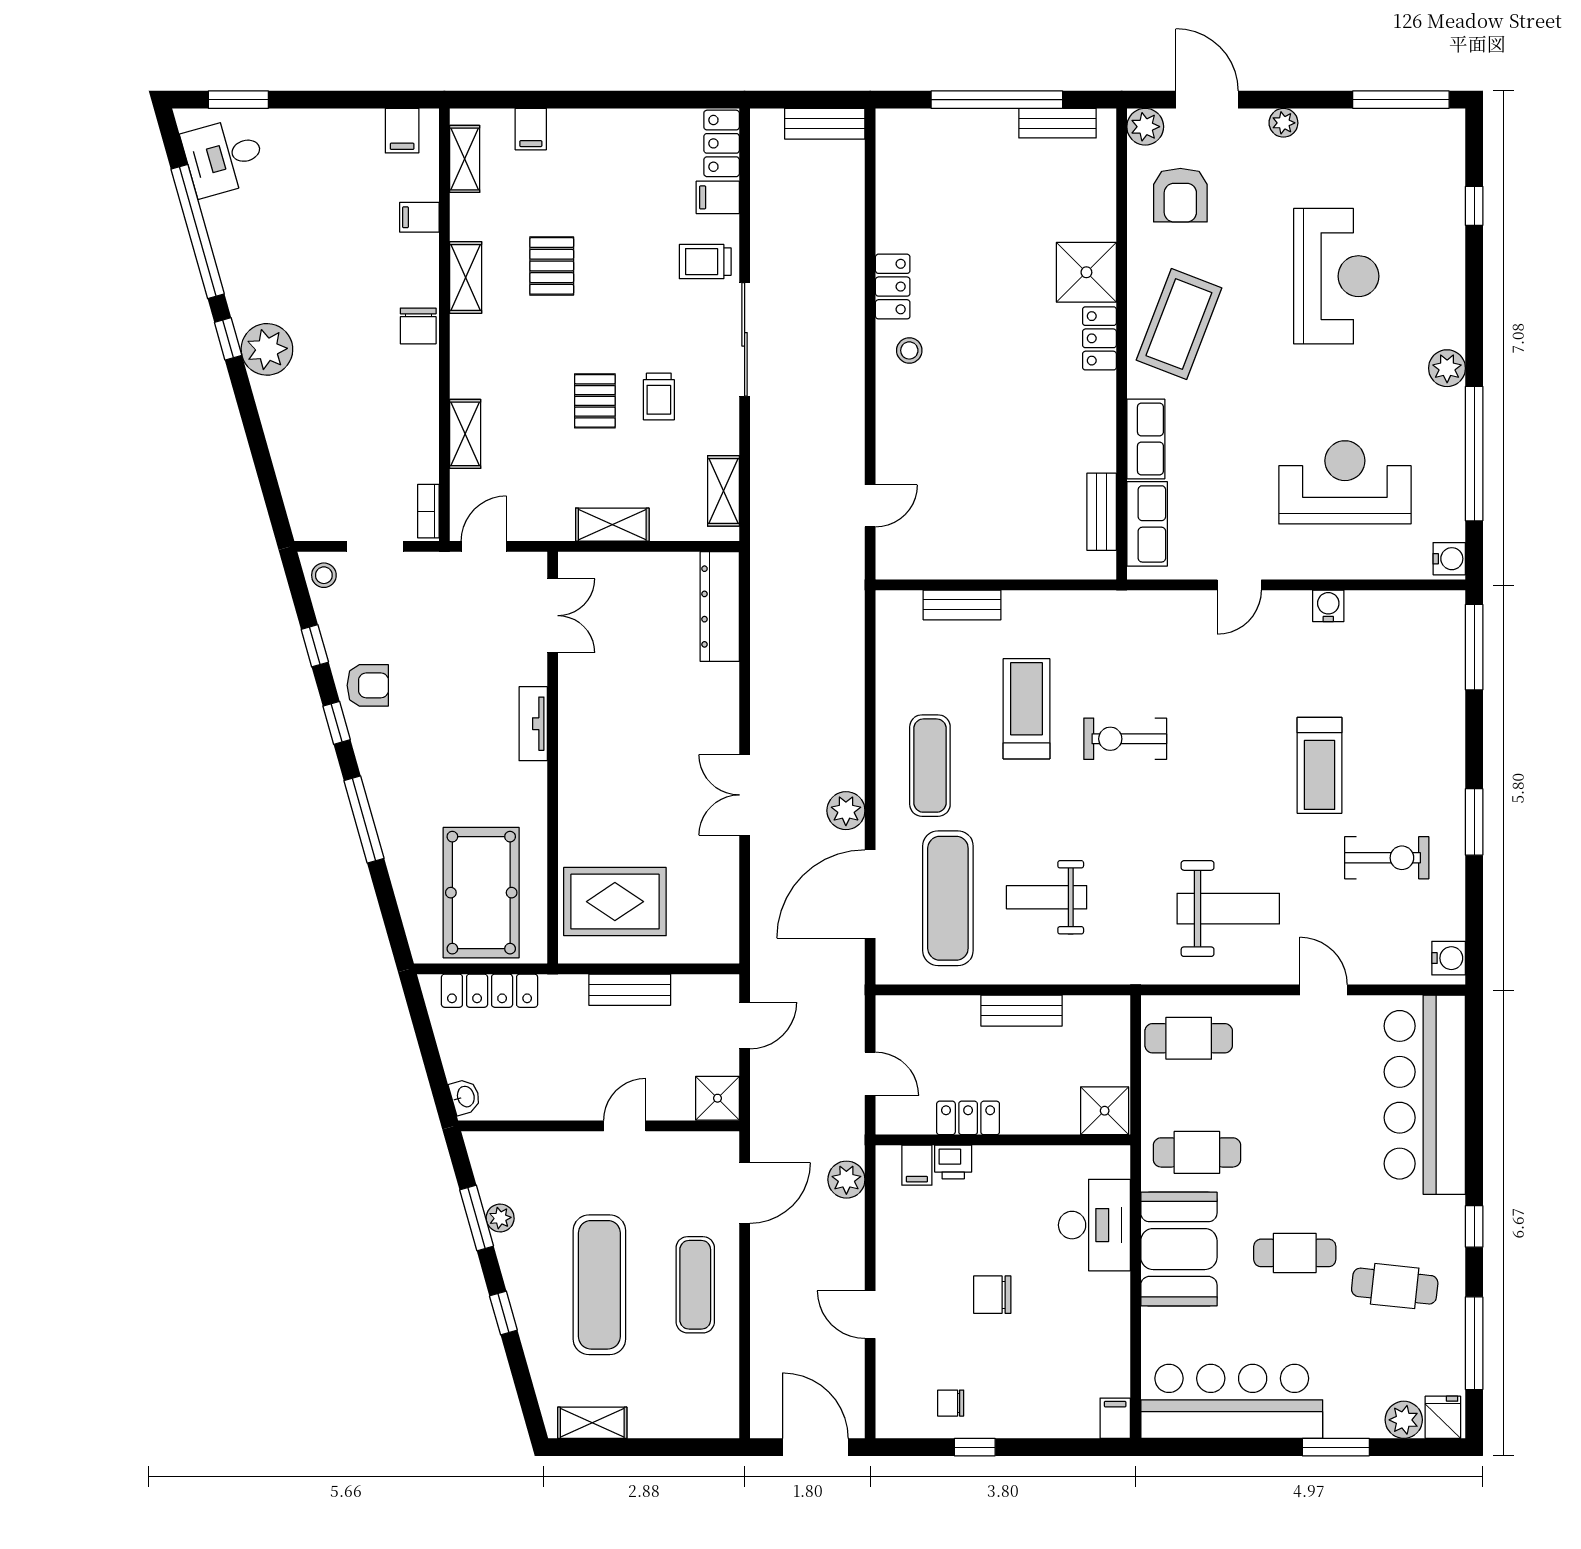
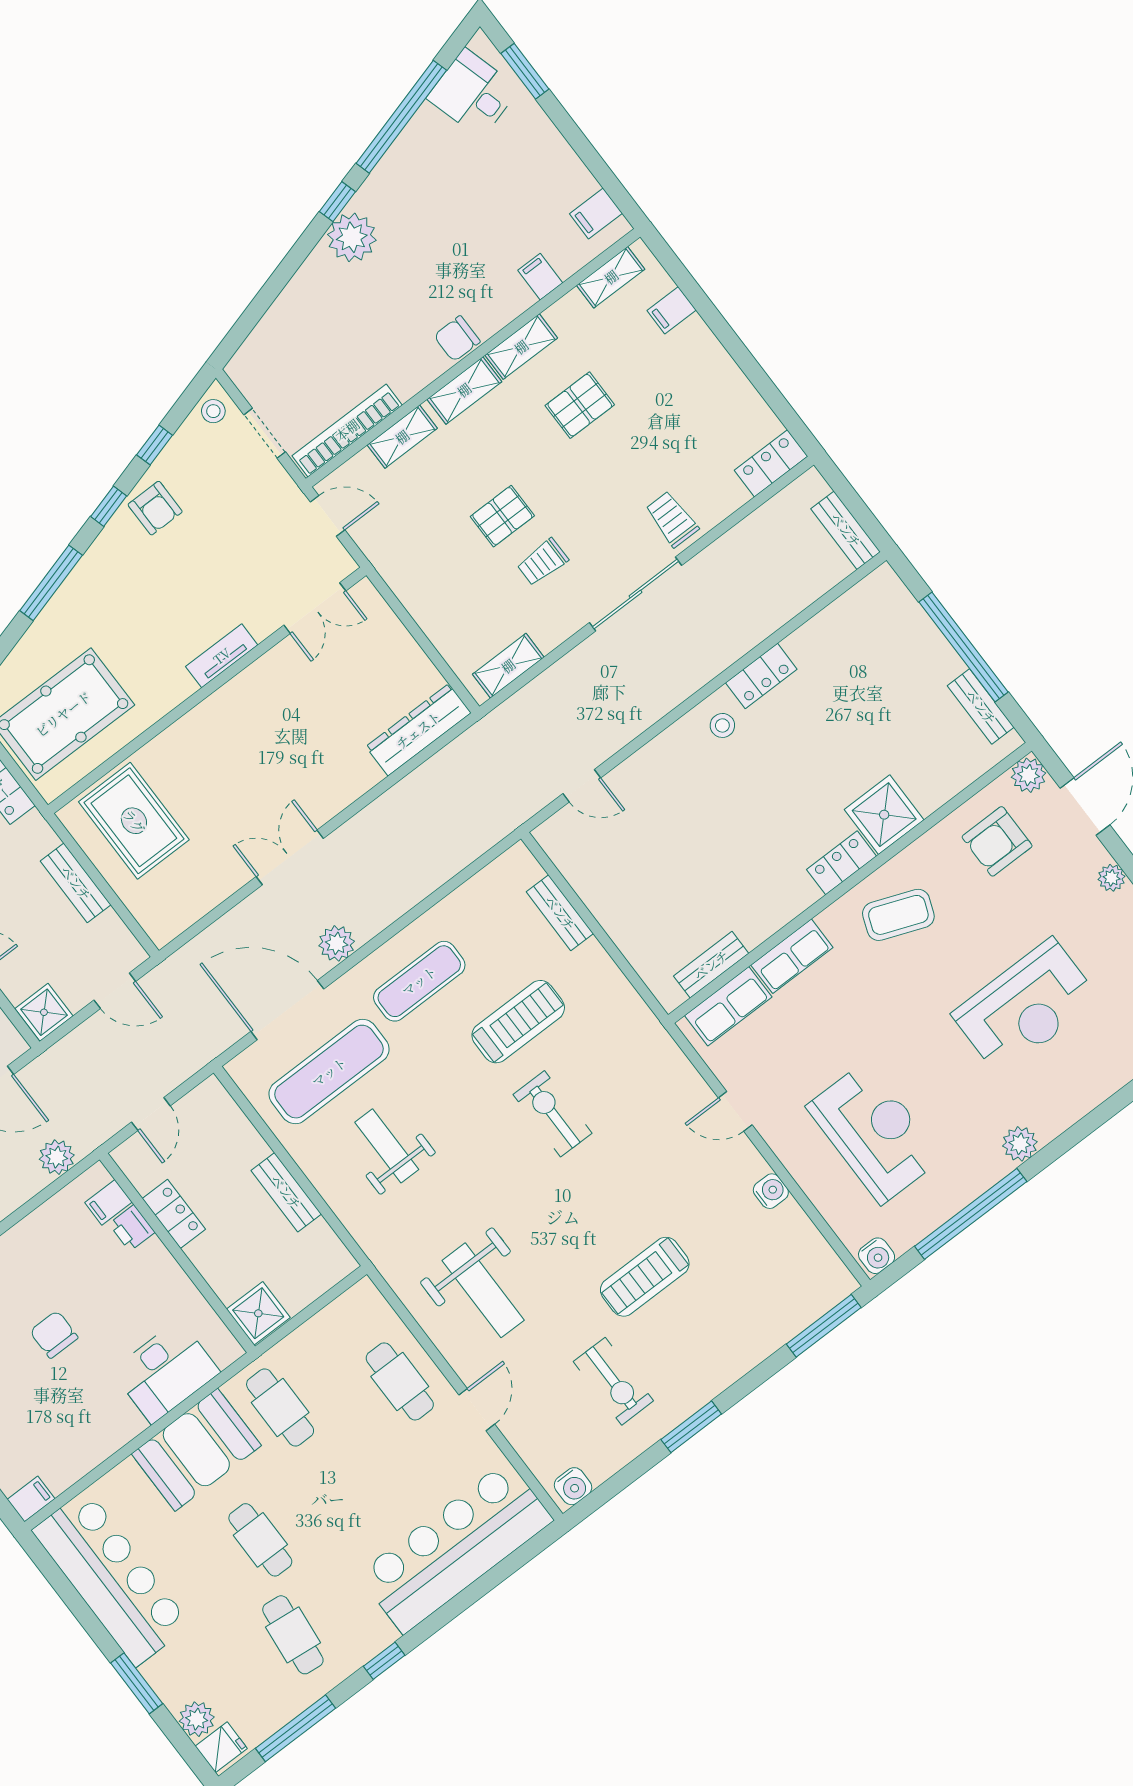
filing cabinet: (718, 197) -> (728, 492), removed
coffee table: (1179, 324) -> (898, 915), width x0.73, depth x0.76
bookcase: (428, 511) -> (347, 430), width x2.31, depth x1.31
shelving: (612, 525) -> (464, 390), moved, turned 90
cafe table: (1189, 1038) -> (400, 1381), moved

